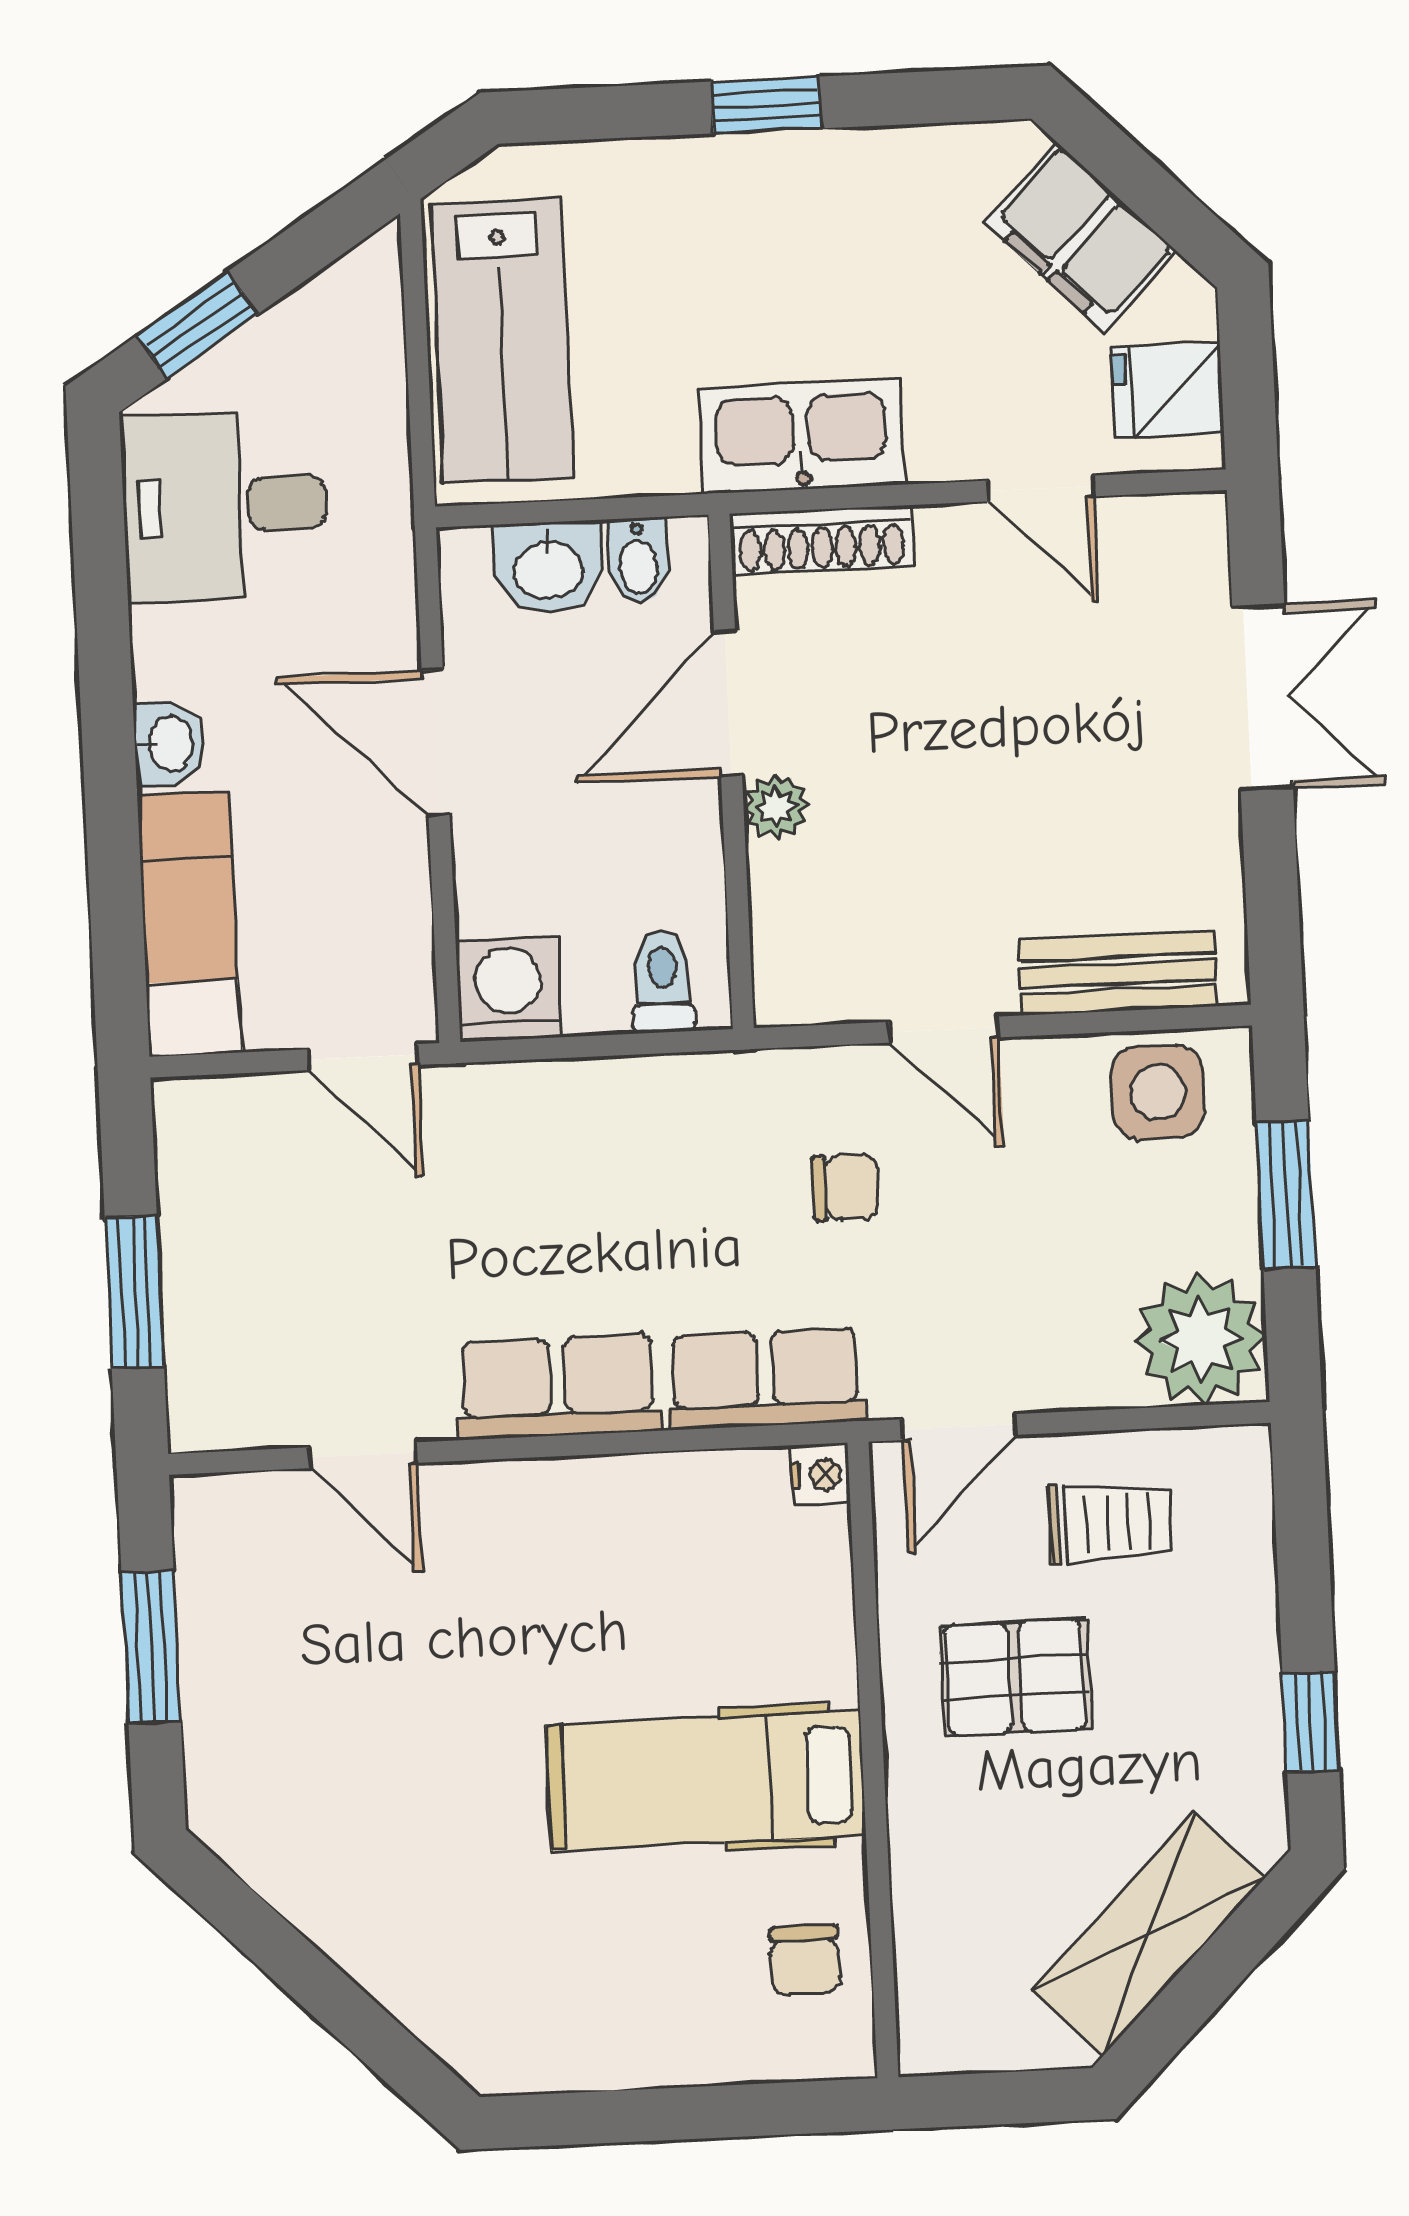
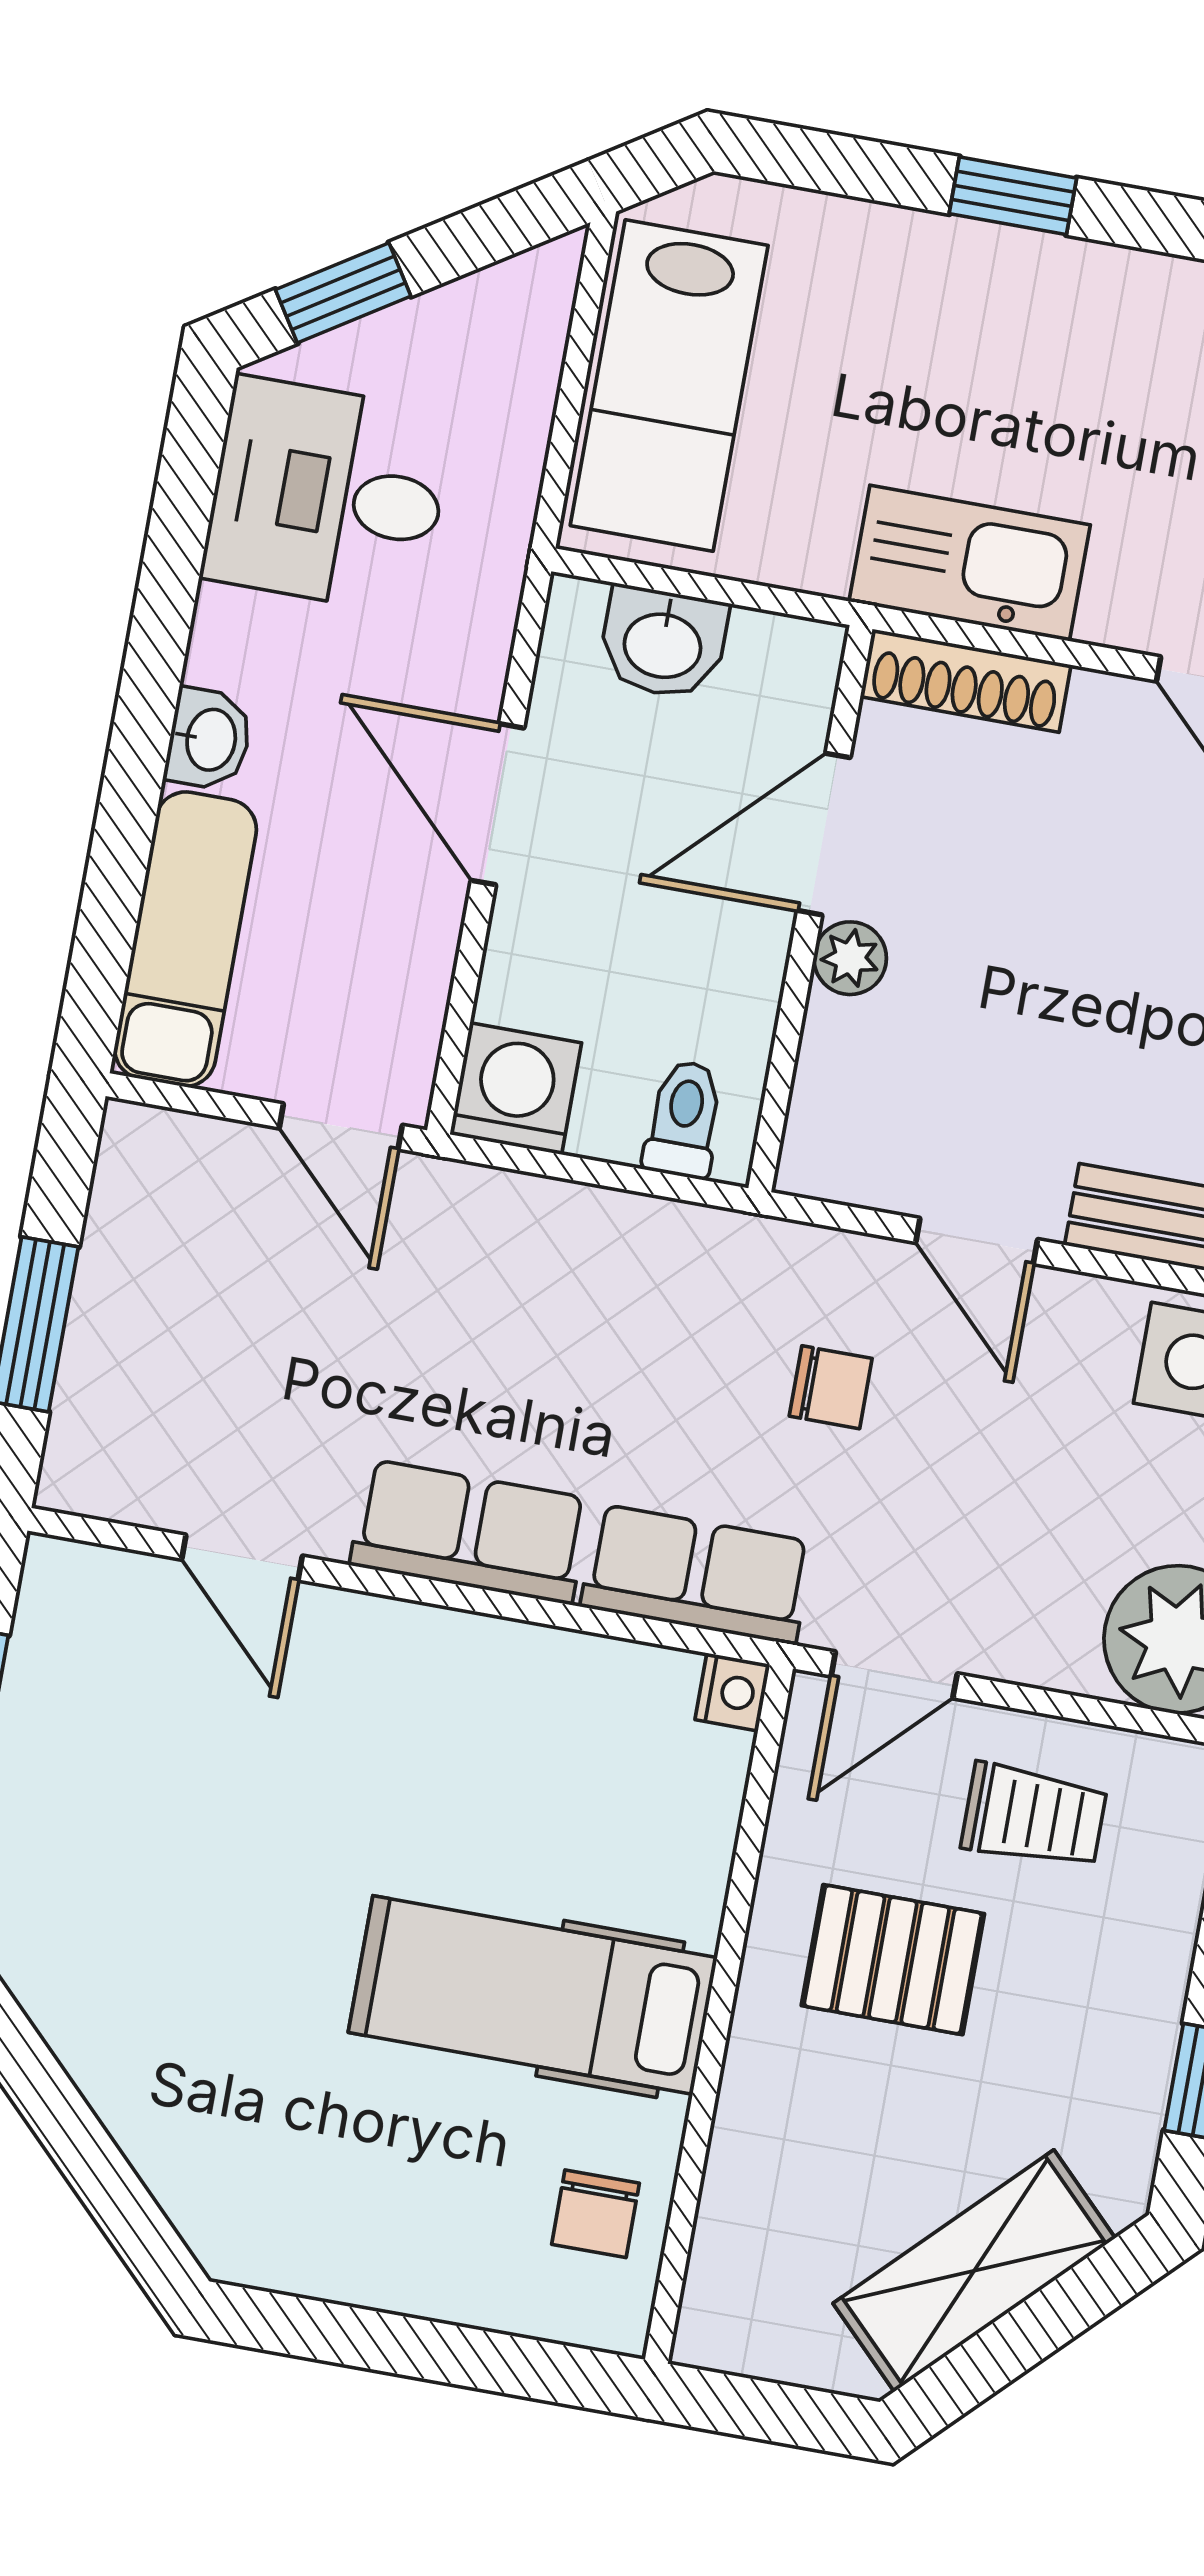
bidet: (638, 561) -> (762, 658), removed

